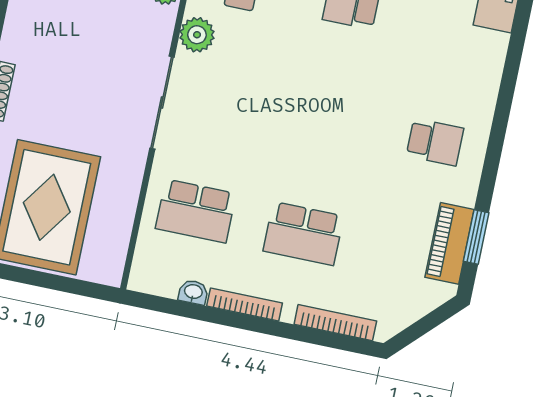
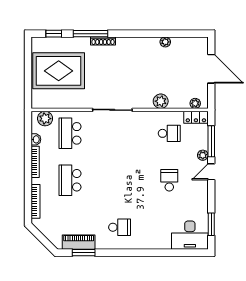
plant: (197, 35) -> (45, 119), moved
school desk: (435, 142) -> (120, 227), turned -90

